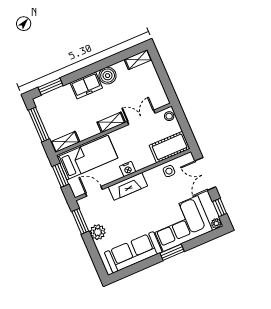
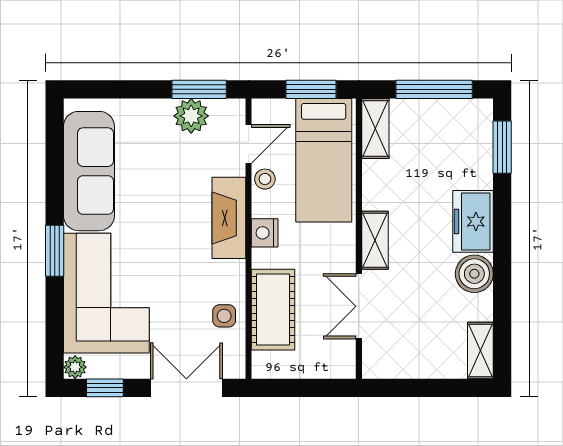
stool: (169, 116) -> (265, 179), moved
double door: (141, 117) -> (359, 306), swing flipped
cot: (170, 147) -> (273, 310), moved
plant: (98, 232) -> (191, 116), moved

